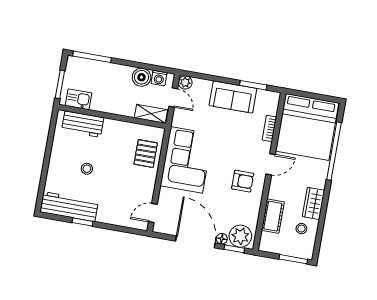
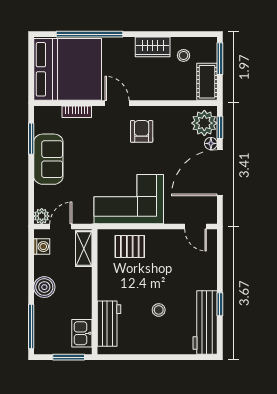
boiler: (142, 77) -> (44, 287), moved
cot: (273, 216) -> (207, 82), moved, turned 90

